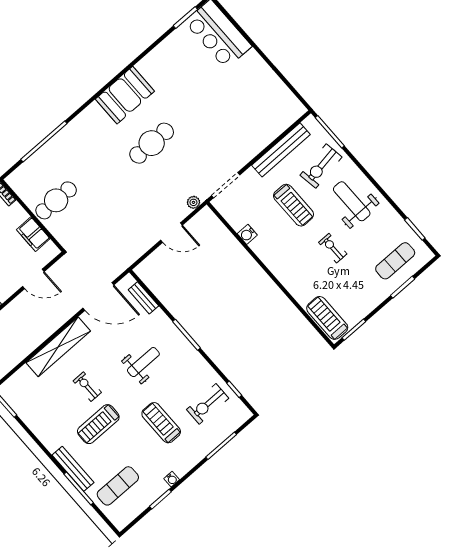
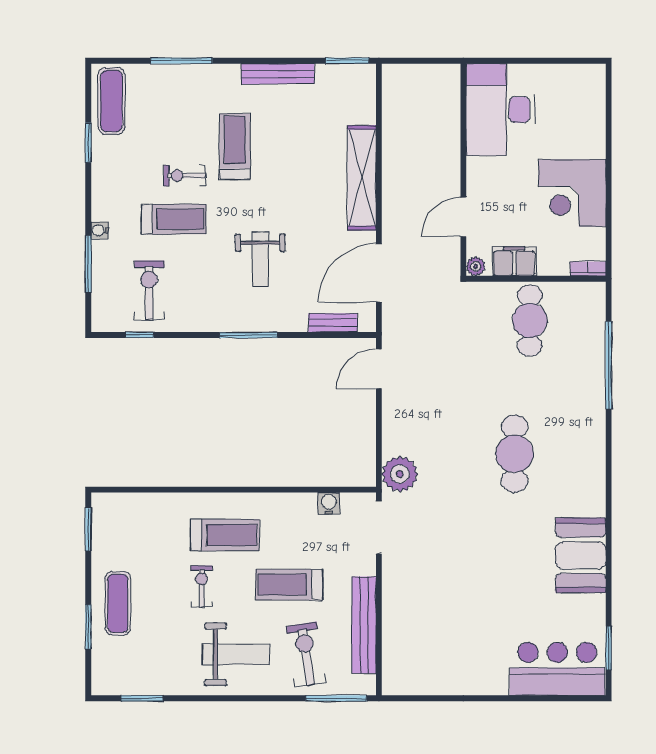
booth: (125, 95) -> (581, 555), moved
cafe table: (152, 143) -> (515, 454), moved
plant: (193, 202) -> (400, 474), width x1.88, depth x1.88
door: (171, 233) -> (379, 369), moved
water cooler: (247, 234) -> (329, 503), moved
exercise bike: (333, 248) -> (202, 586), turned -90
plant: (53, 251) -> (476, 266), added
exercise mat: (395, 261) -> (118, 603), moved
treadmill: (327, 318) -> (225, 535), moved
exercise bike: (87, 387) -> (185, 176), moved, turned 180
bench: (73, 469) -> (278, 74), moved
water cooler: (172, 479) -> (100, 230), moved
exercise mat: (118, 486) -> (111, 101), moved

